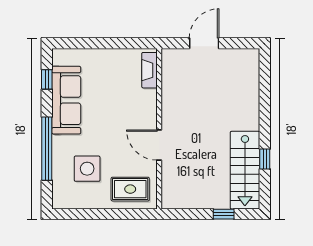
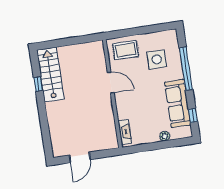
door: (204, 43) -> (80, 157), moved
plant: (92, 55) -> (165, 136), added
window: (224, 214) -> (60, 43), removed

